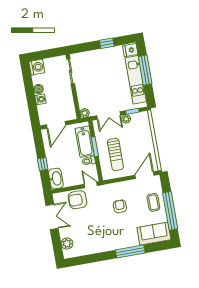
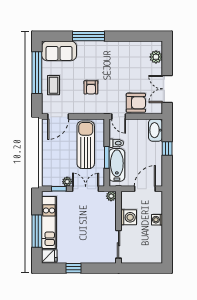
washing machine: (37, 67) -> (129, 217), moved, turned 180
boiler: (38, 89) -> (157, 231), removed
sun lounger: (115, 154) -> (86, 145), width x1.36, depth x1.34

